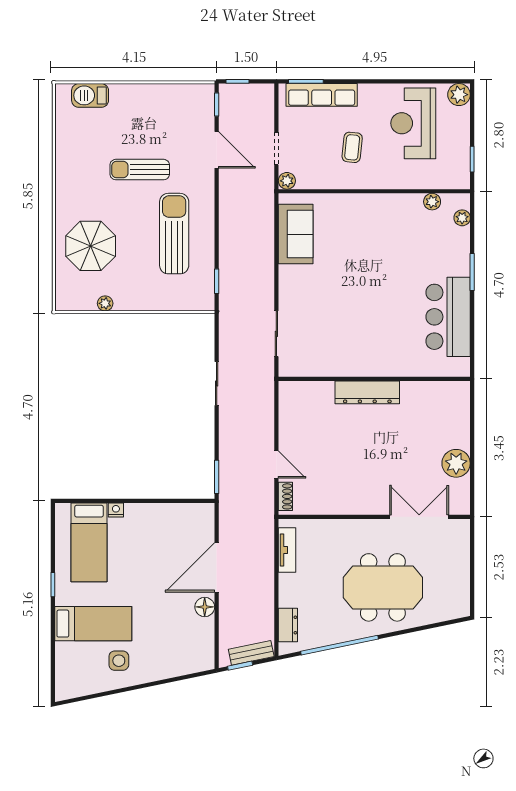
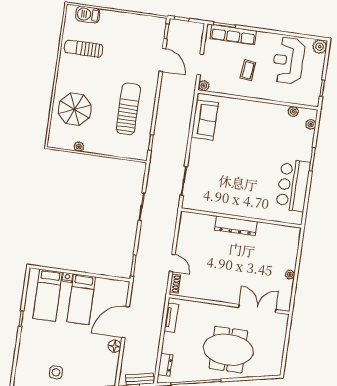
sun lounger: (140, 170) -> (84, 49), moved
plant: (456, 463) -> (290, 275), width x0.53, depth x0.53
bed: (93, 624) -> (81, 299), moved, turned 90

